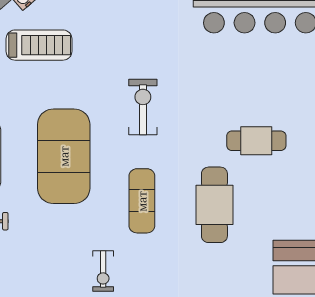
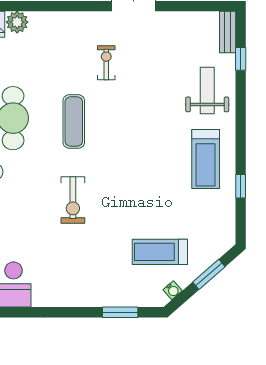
exercise mat: (64, 156) -> (139, 159), removed

